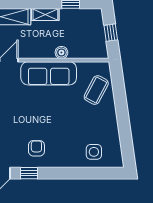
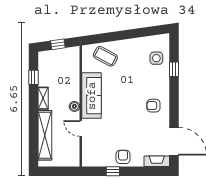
boiler: (61, 53) -> (74, 106), moved
window: (29, 173) -> (174, 69), moved

